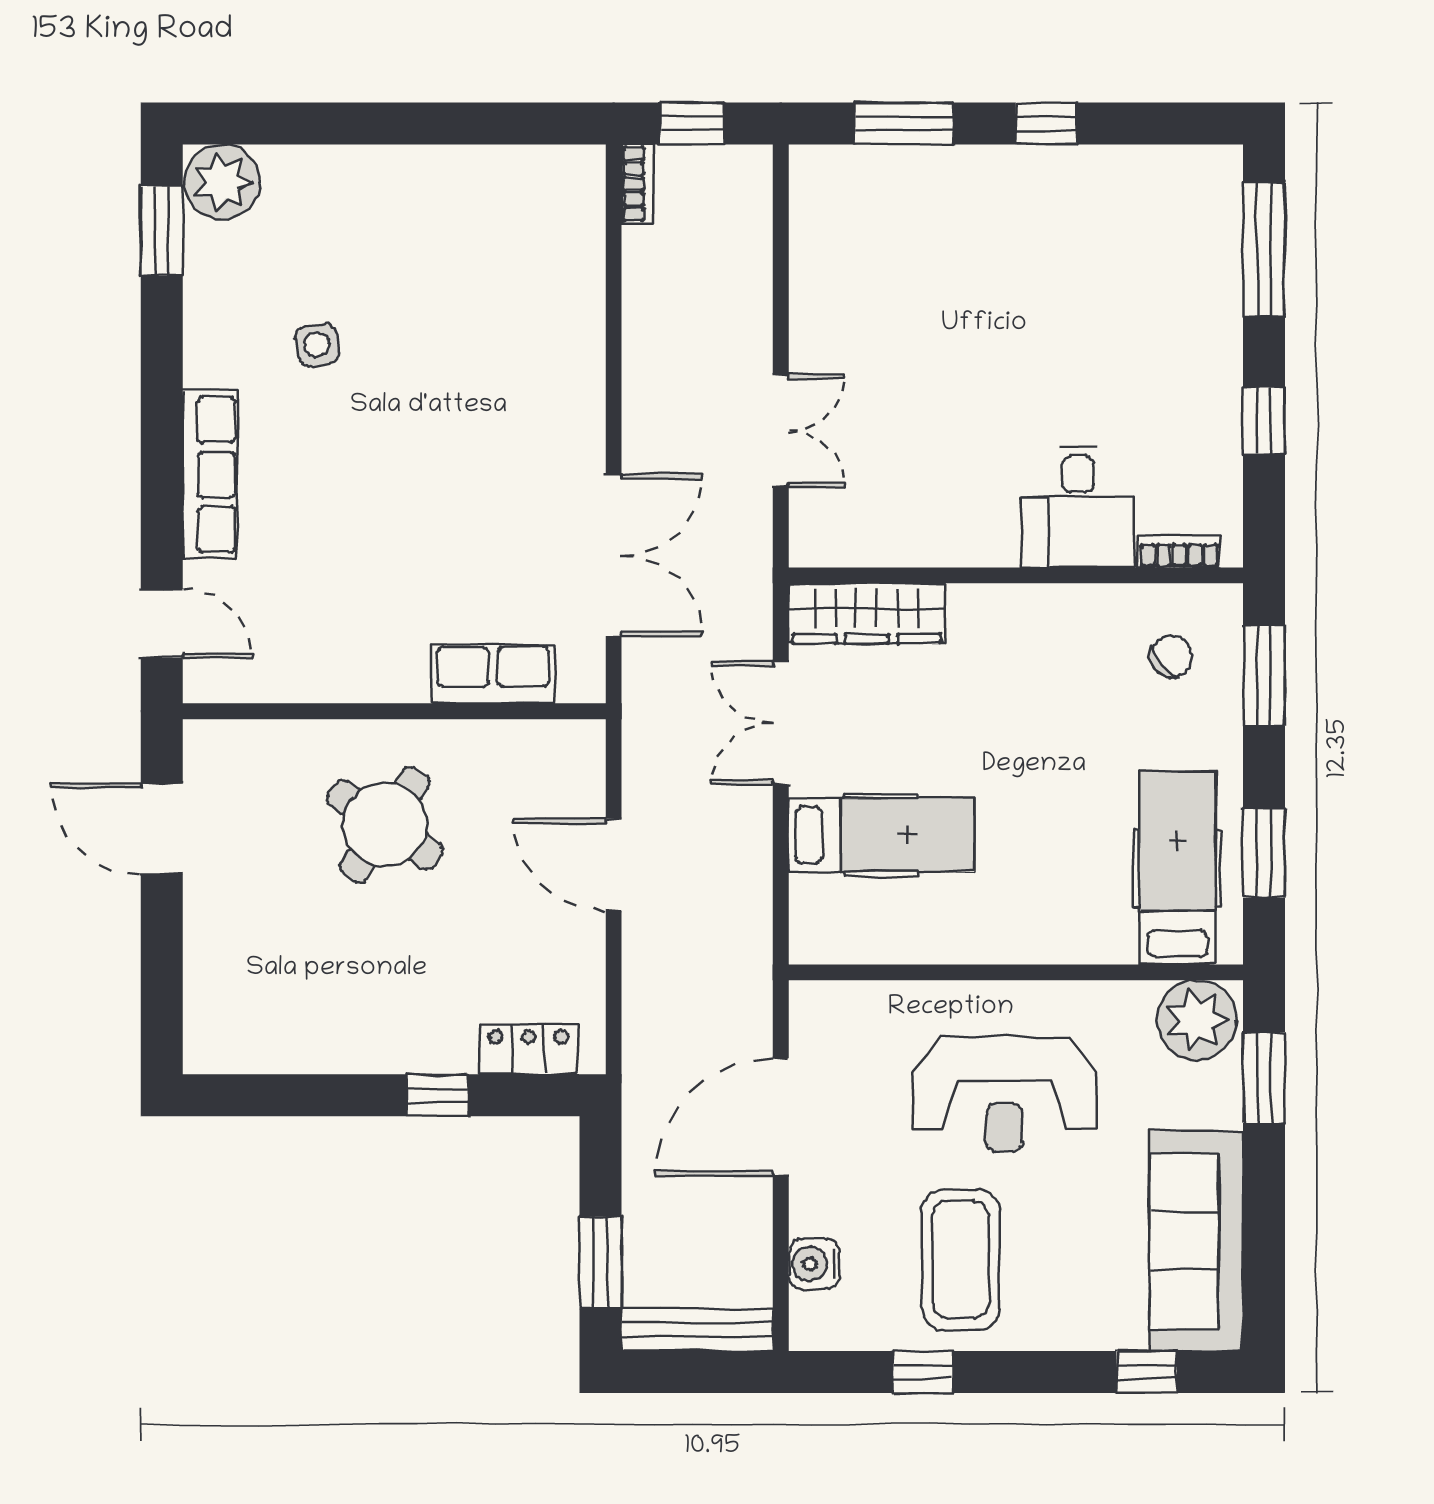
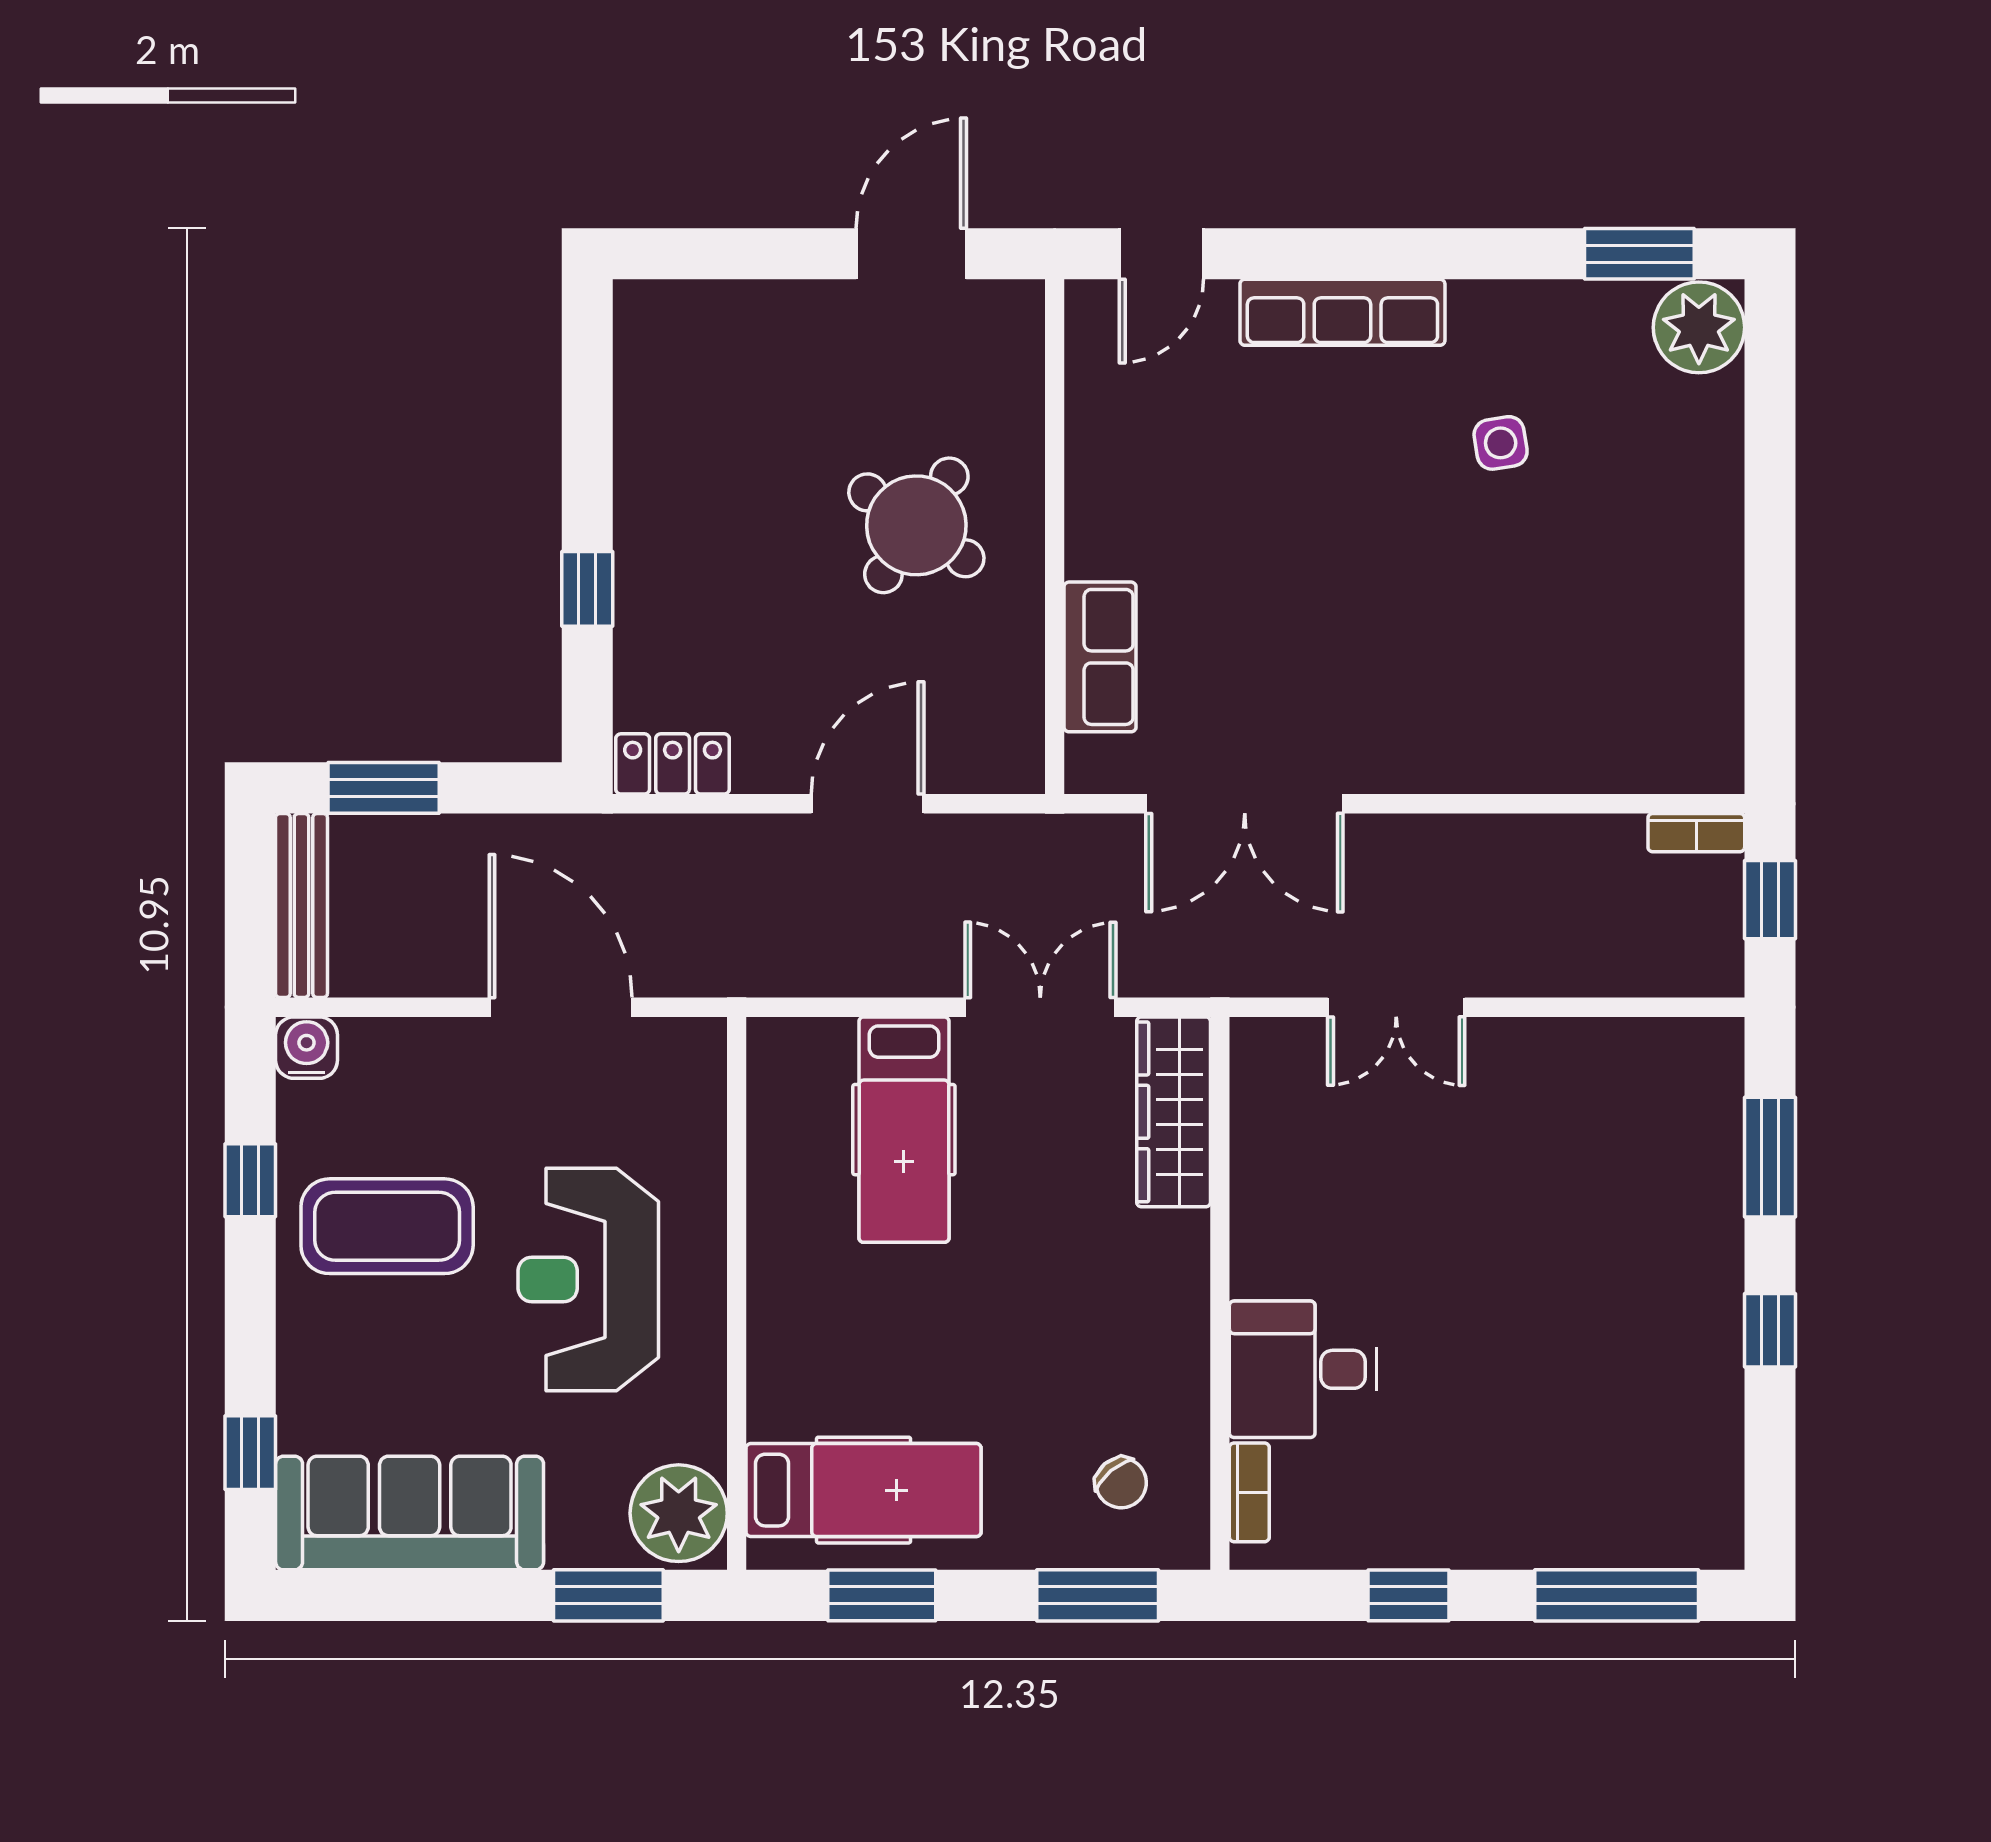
locker: (529, 1049) -> (673, 764), moved, turned -90
water cooler: (814, 1264) -> (307, 1048), moved

